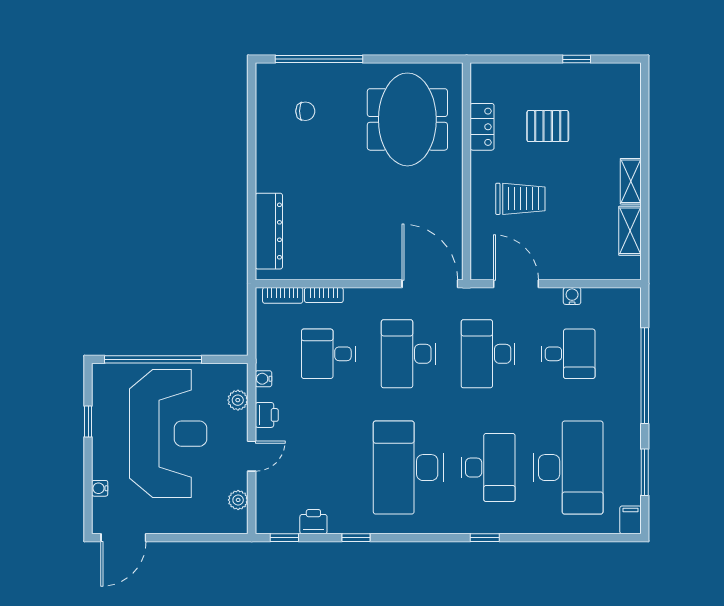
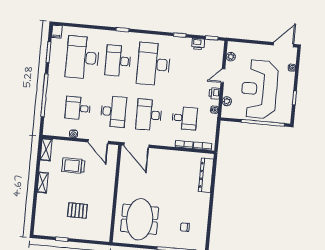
locker: (482, 127) -> (107, 213), removed
trolley: (520, 199) -> (73, 166), moved
shelving: (630, 231) -> (46, 149), moved
desk: (408, 354) -> (149, 115), turned 180
desk: (408, 468) -> (154, 64), turned 180

